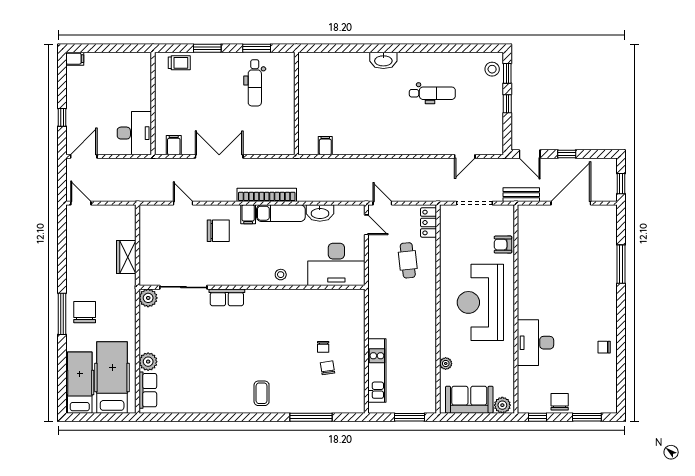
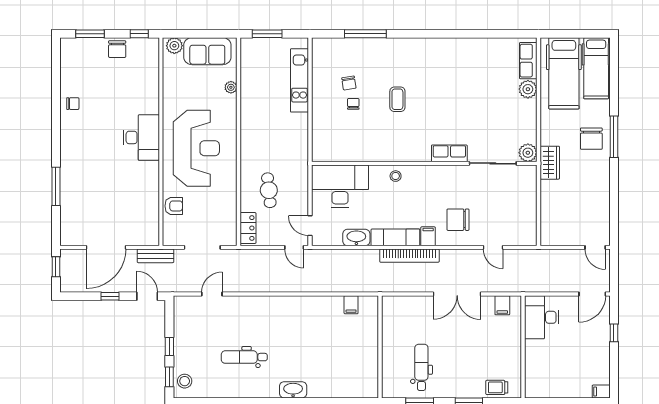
wardrobe: (126, 257) -> (550, 163), moved
desk: (535, 343) -> (141, 137), moved
coffee table: (262, 393) -> (397, 99), moved

